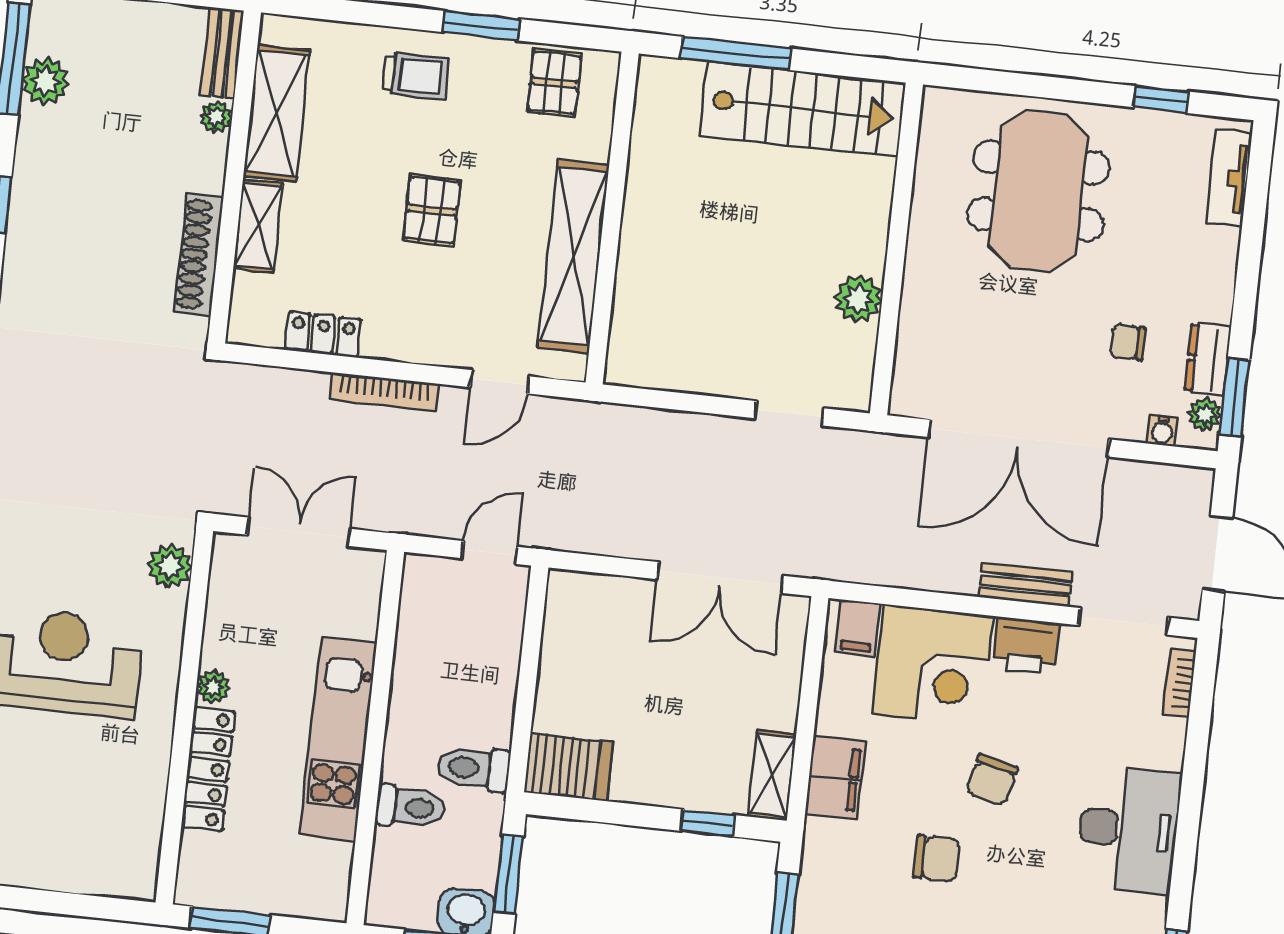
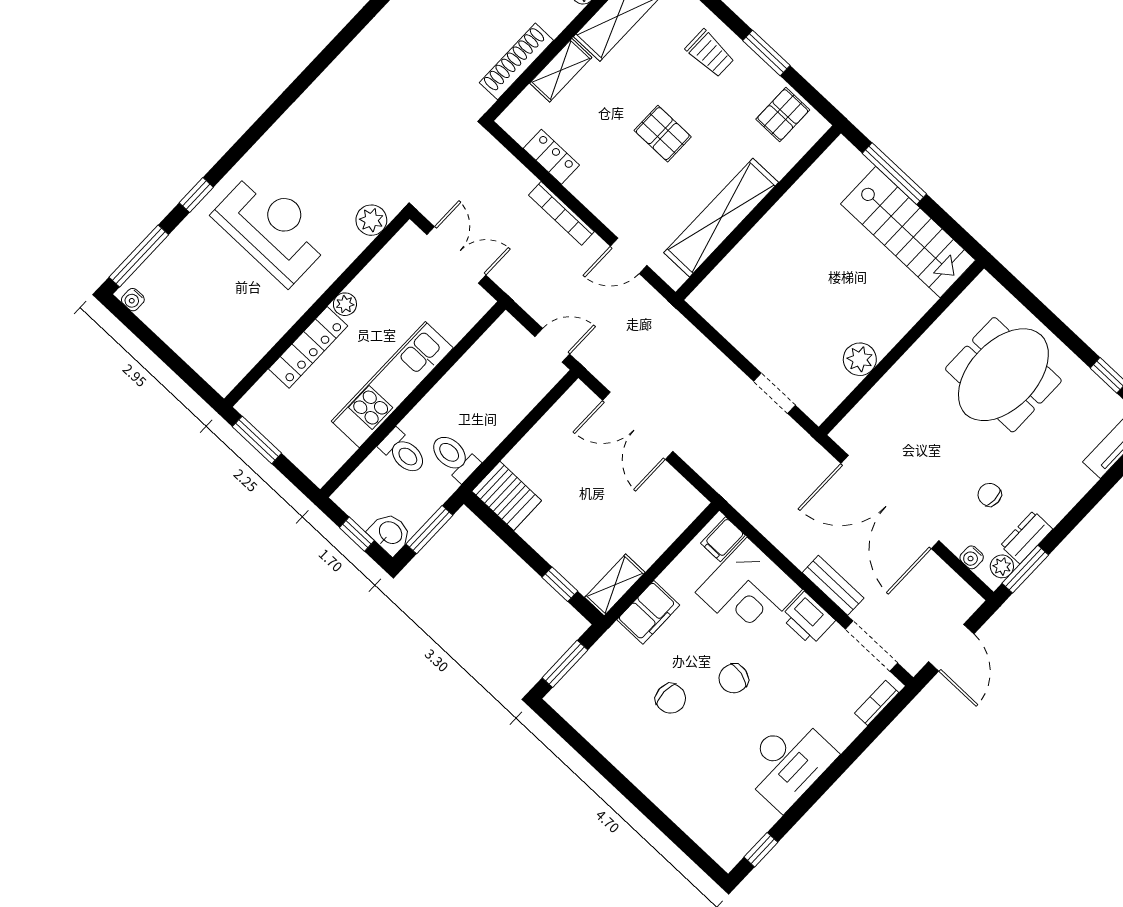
pallet: (432, 210) -> (663, 134), turned 90
double door: (720, 578) -> (638, 426), moved

